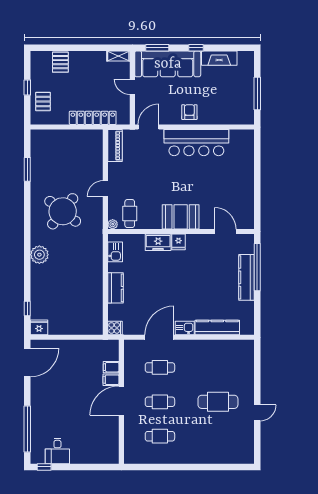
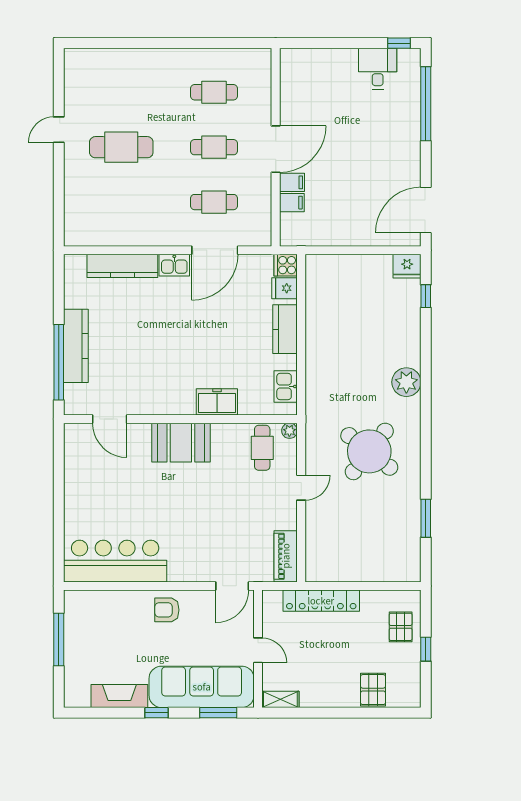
armchair: (189, 112) -> (167, 610), turned 90
bar counter: (196, 143) -> (115, 561), moved
fridge: (179, 242) -> (285, 288), moved, turned -90

